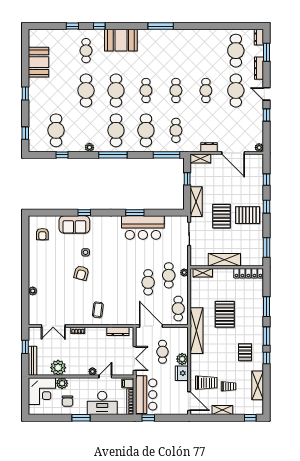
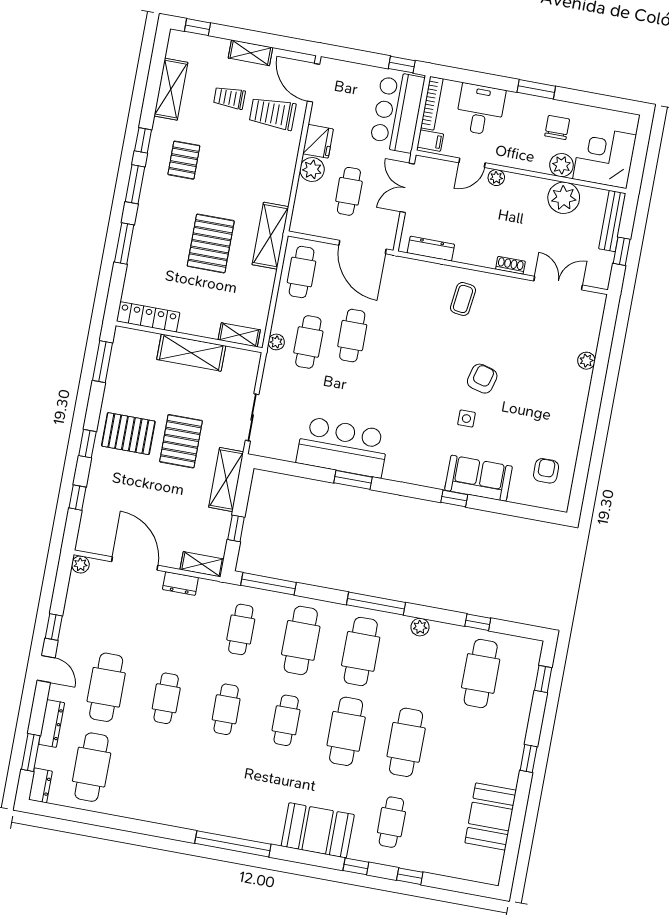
window: (161, 26) -> (233, 844), width x1.46
shelving: (197, 331) -> (270, 236), width x0.68
desk: (102, 403) -> (480, 110), width x0.73

